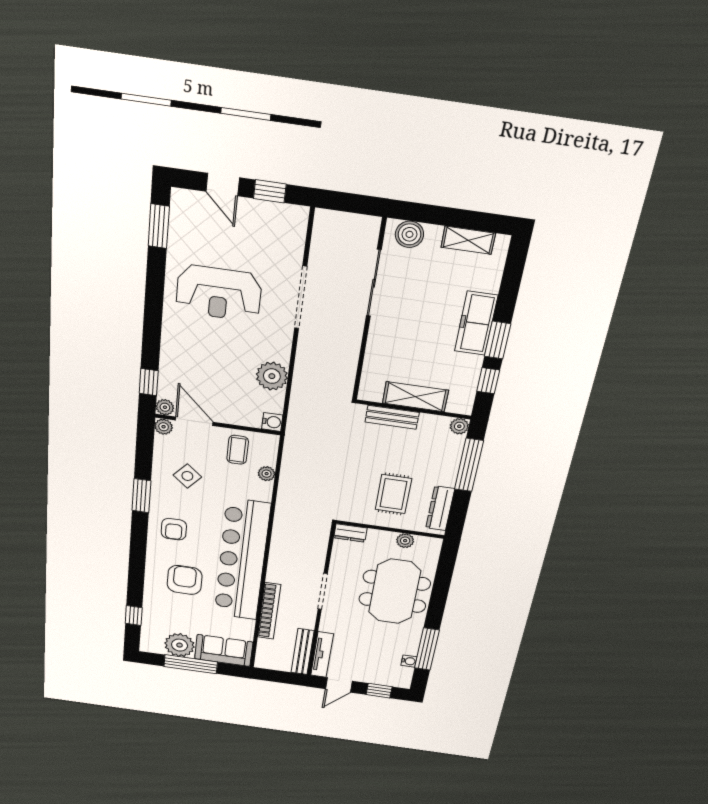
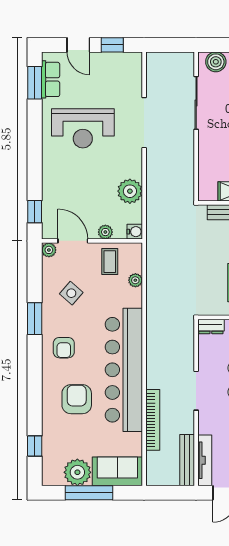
row of seats: (181, 225) -> (51, 79), added
plant: (165, 407) -> (105, 232), moved

